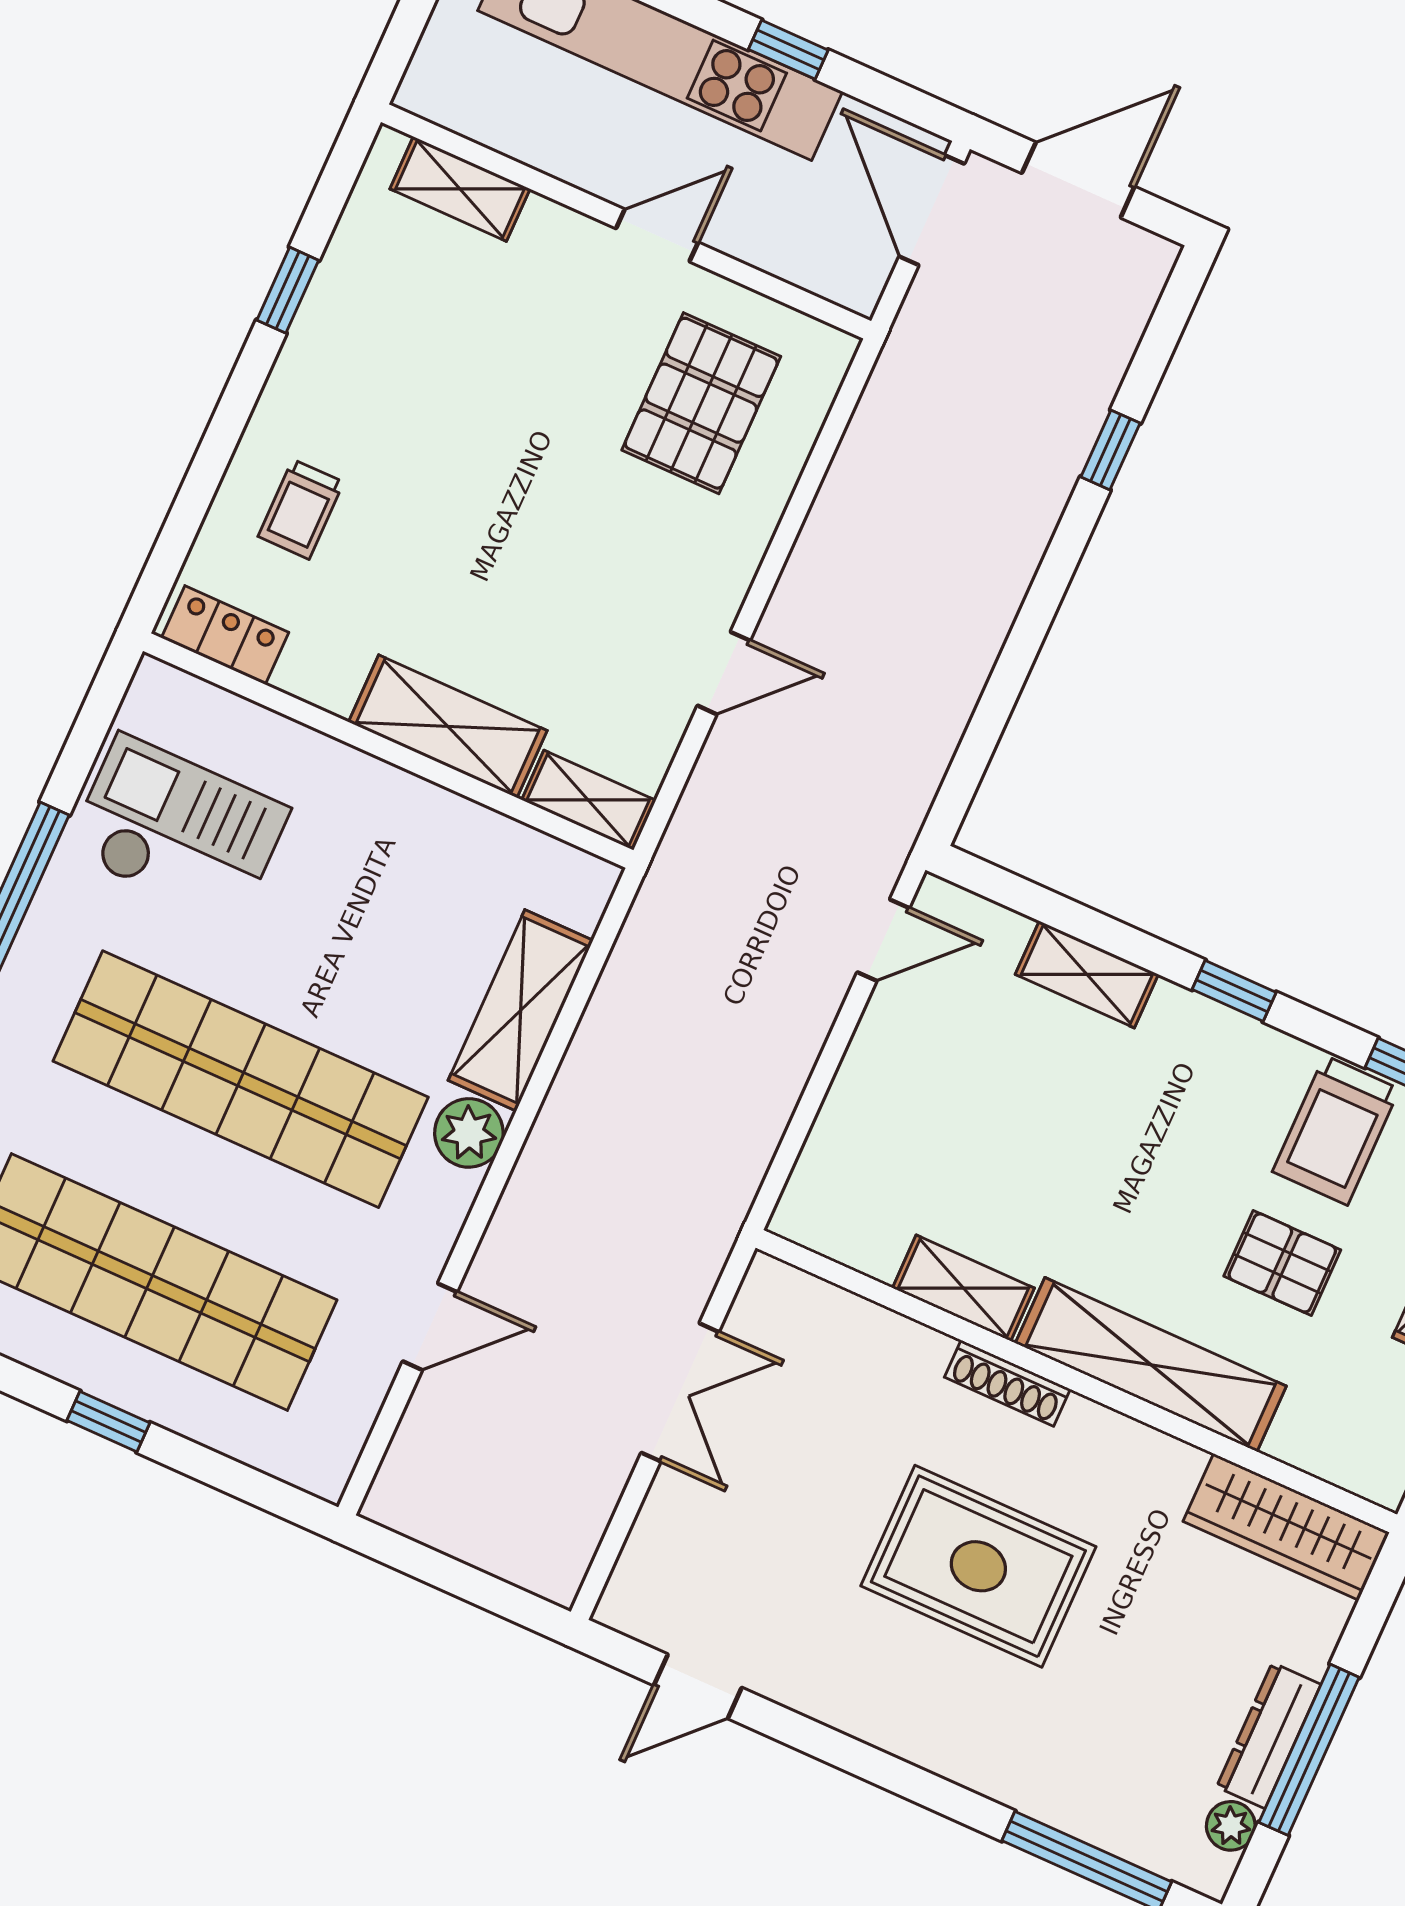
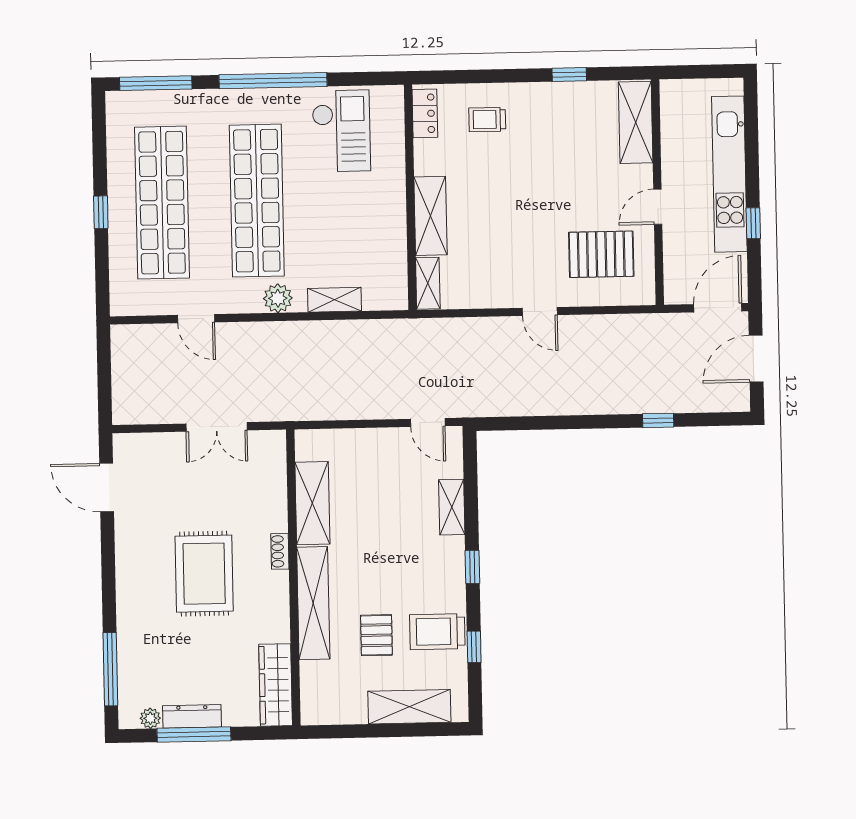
door: (1078, 180) -> (756, 359), swing flipped
shelving: (460, 189) -> (636, 122), width x1.50, depth x1.33
door: (657, 235) -> (658, 207), swing flipped
door: (724, 673) -> (540, 311), moved
shelving: (521, 1010) -> (335, 300), width x0.67, depth x0.75
shelving: (963, 1288) -> (312, 503), width x1.50, depth x1.33
shoe rack: (1007, 1383) -> (280, 551), width x0.70
door: (698, 1686) -> (107, 488), width x1.38

